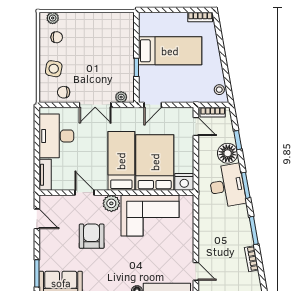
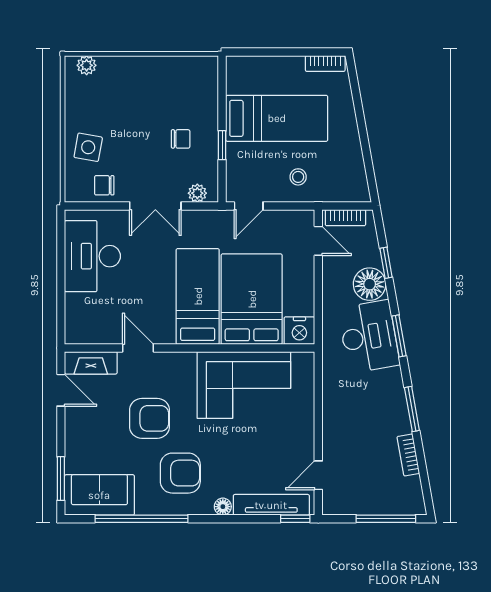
chair: (57, 37) -> (181, 139), moved
stool: (219, 90) -> (298, 177), moved
tv unit: (45, 175) -> (74, 319), removed
fireplace: (55, 202) -> (91, 363), added
plant: (111, 203) -> (181, 365), removed
armchair: (92, 236) -> (149, 418), turned 90
armchair: (111, 270) -> (180, 473), added
door: (196, 271) -> (318, 475), swing flipped

